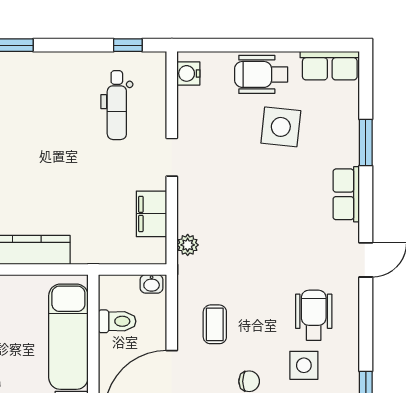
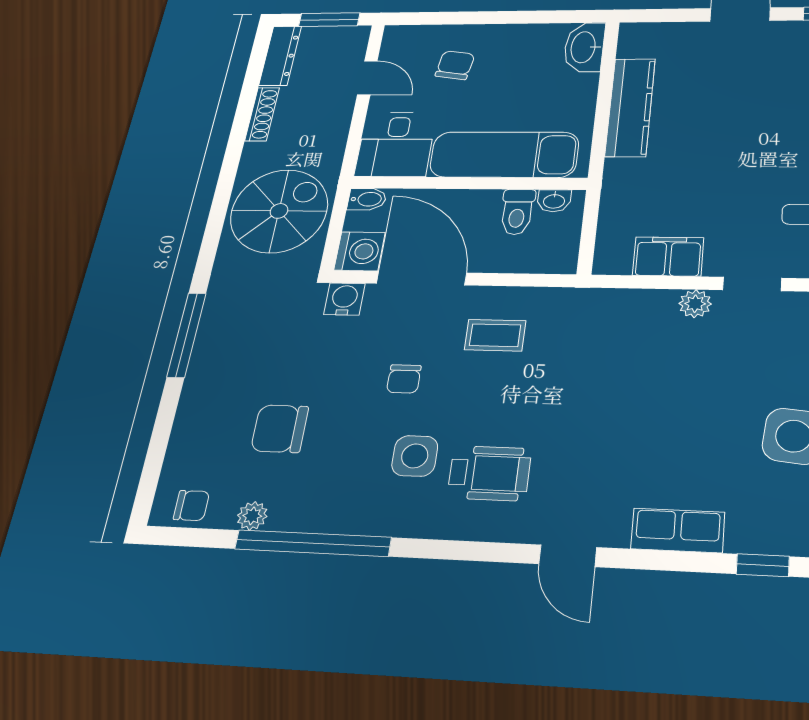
window: (366, 142) -> (763, 565), width x0.67
plant: (188, 245) -> (695, 304), moved
washbasin: (152, 284) -> (554, 201), moved, turned -90

